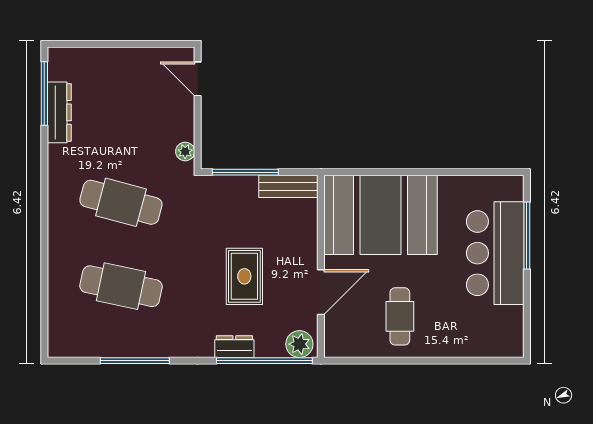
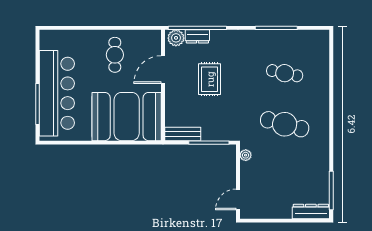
door: (198, 79) -> (238, 199), swing flipped
dresser: (59, 112) -> (311, 212), moved, turned 90
bar counter: (495, 253) -> (57, 93), width x1.36
cafe table: (121, 286) -> (285, 73), width x0.73, depth x0.74
dresser: (234, 347) -> (197, 36), moved

